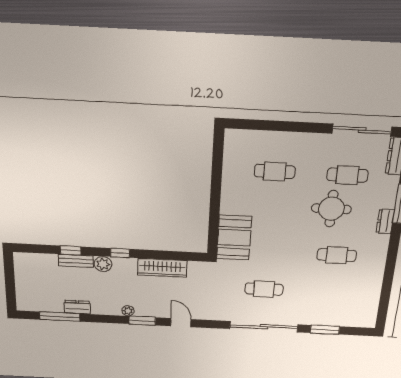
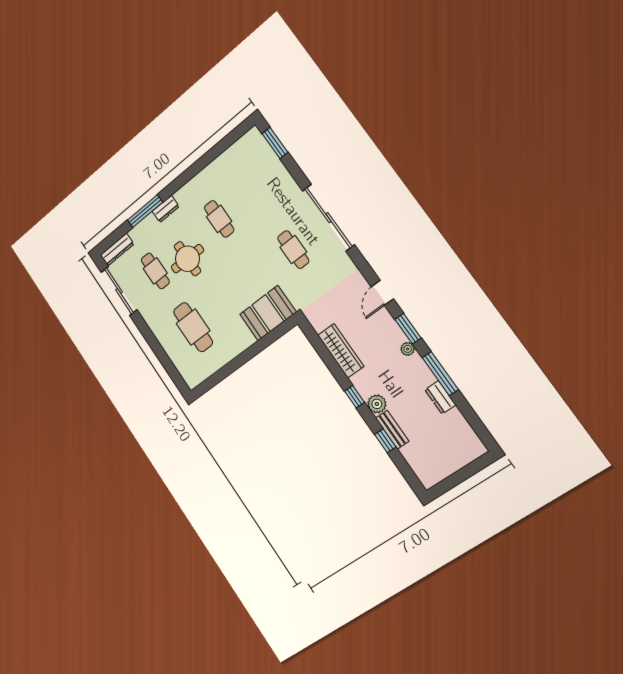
cafe table: (275, 171) -> (193, 327), width x1.37, depth x1.35
window: (60, 317) -> (440, 374), moved
window: (325, 330) -> (275, 143), moved

